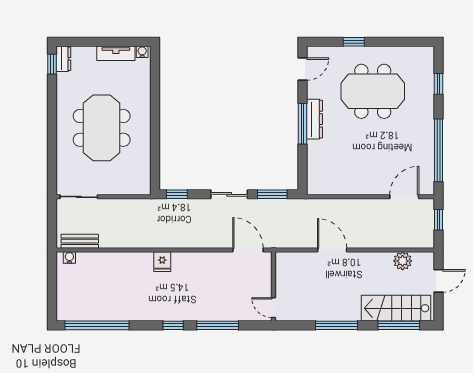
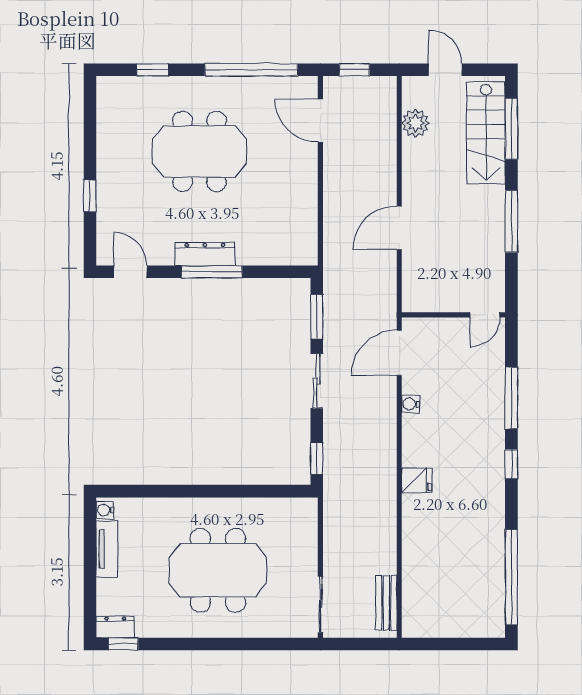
meeting table: (373, 91) -> (200, 151), moved, turned 90
water cooler: (69, 258) -> (411, 404), moved

